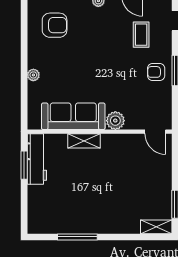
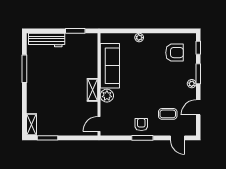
armchair: (55, 25) -> (174, 53), turned -90
shelving: (84, 141) -> (92, 90), moved
workbench: (37, 159) -> (47, 40), moved

